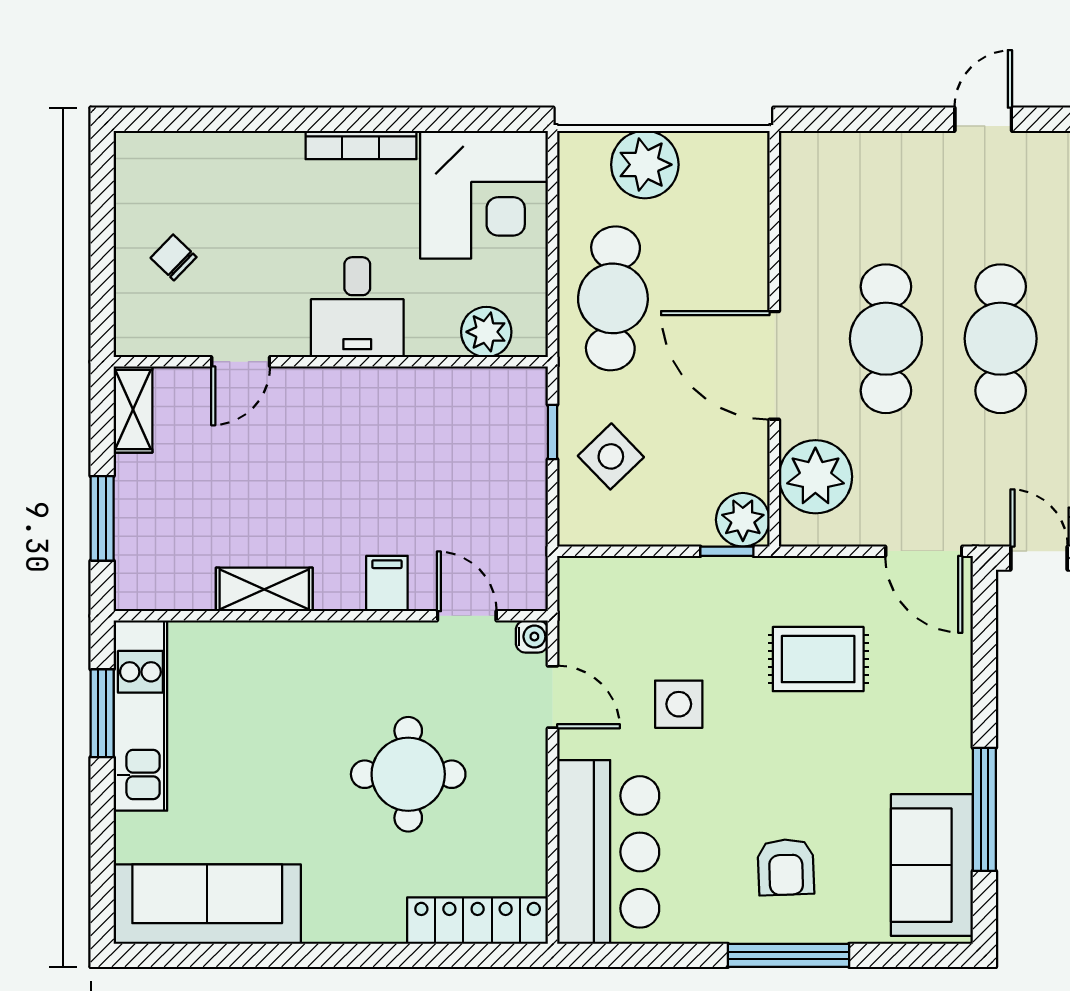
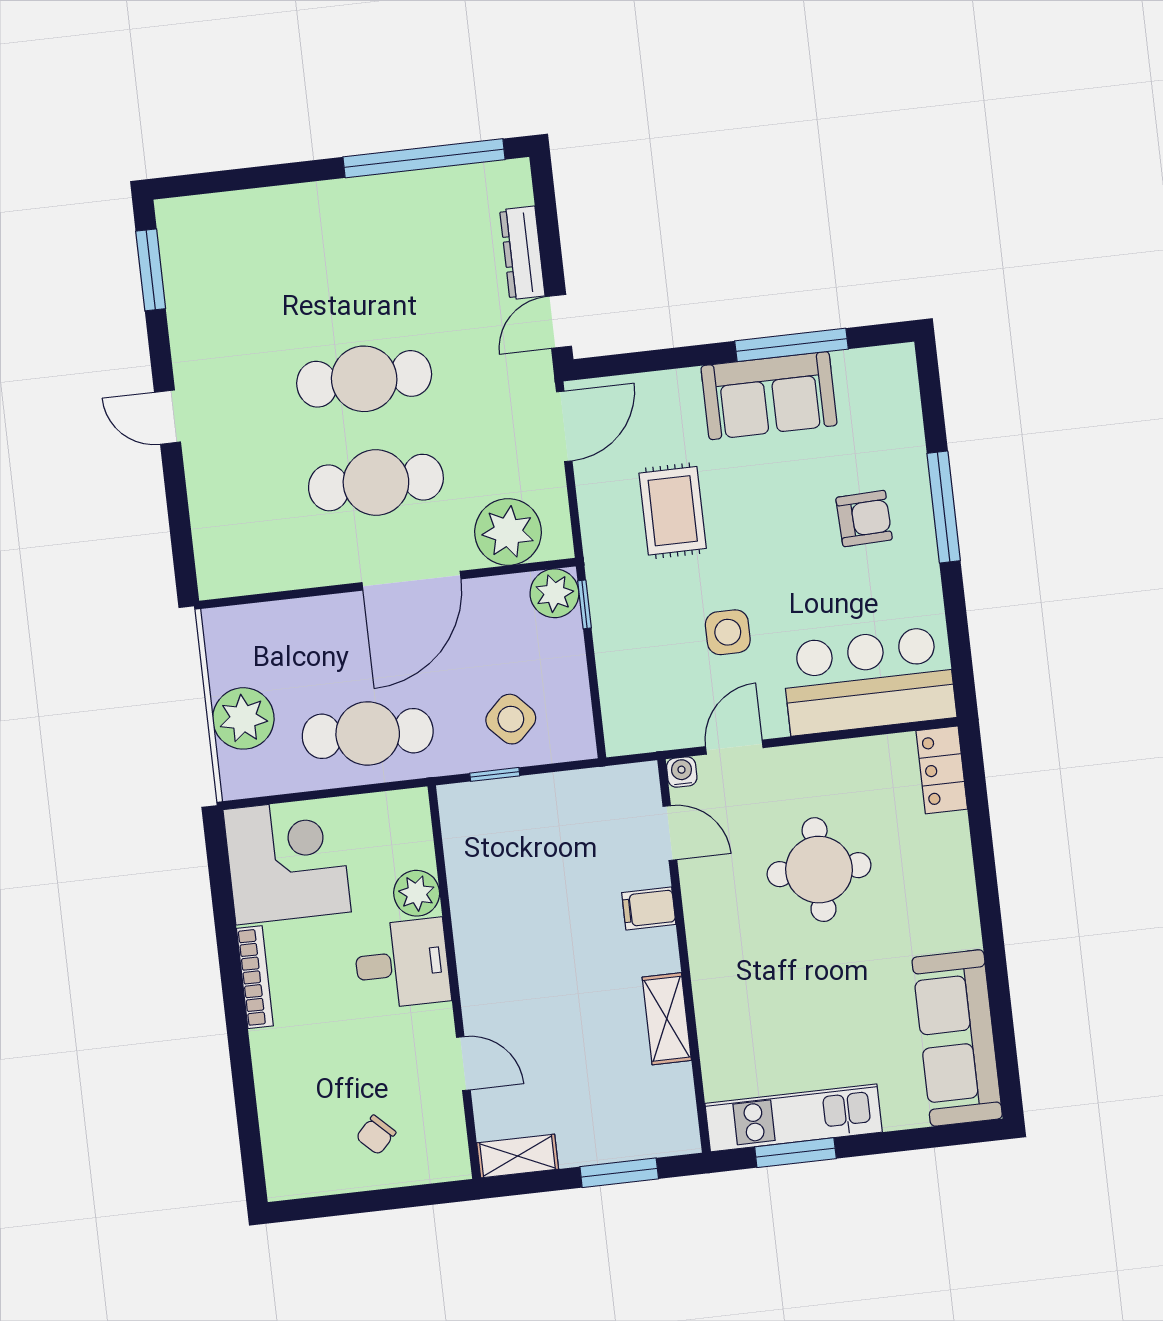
plant: (486, 332) -> (417, 893), moved
door: (467, 616) -> (670, 833), swing flipped
sofa: (932, 865) -> (769, 396), moved
locker: (478, 921) -> (942, 770), width x0.66

